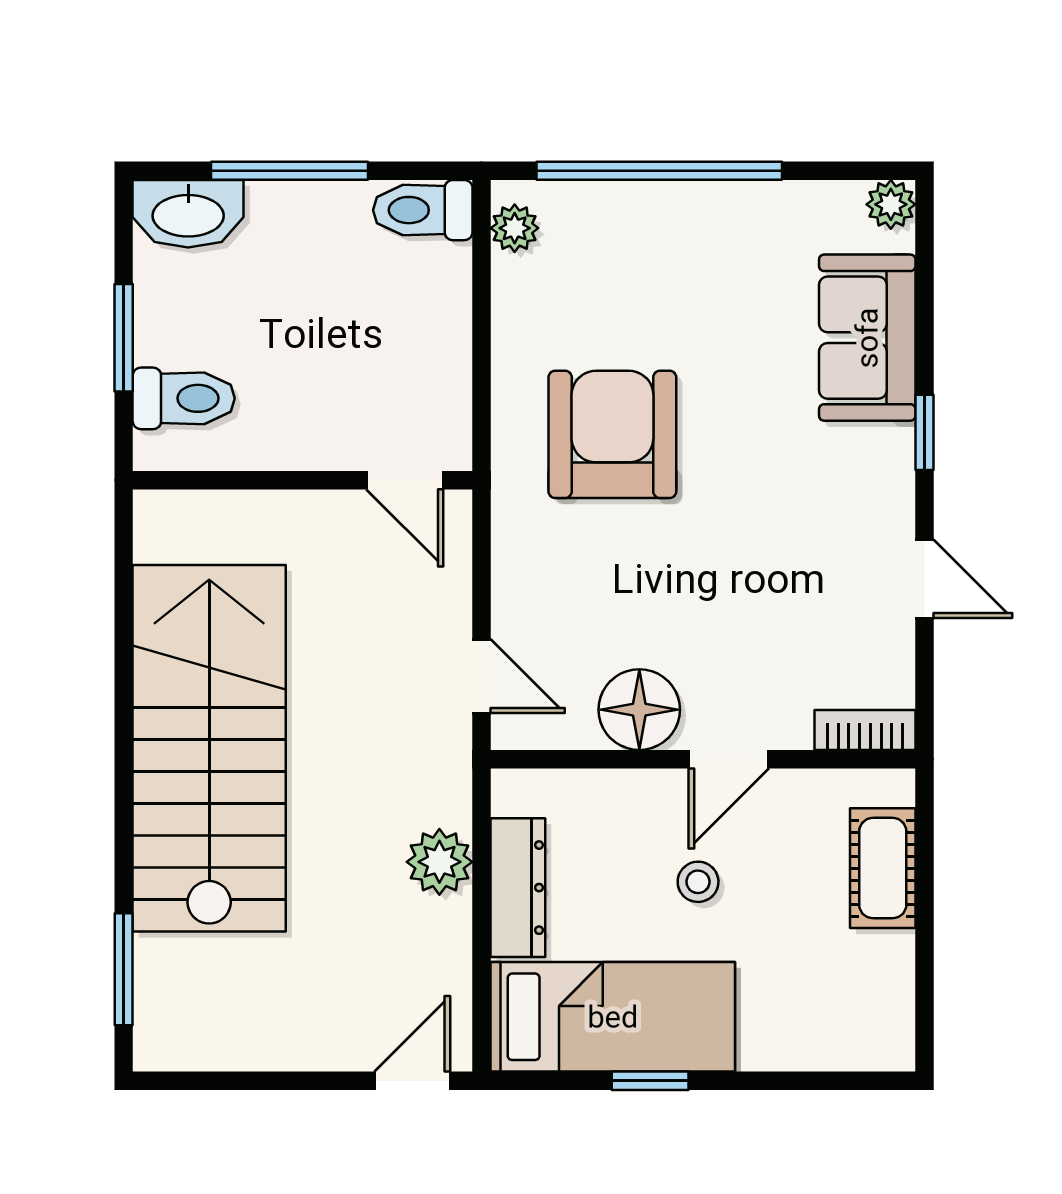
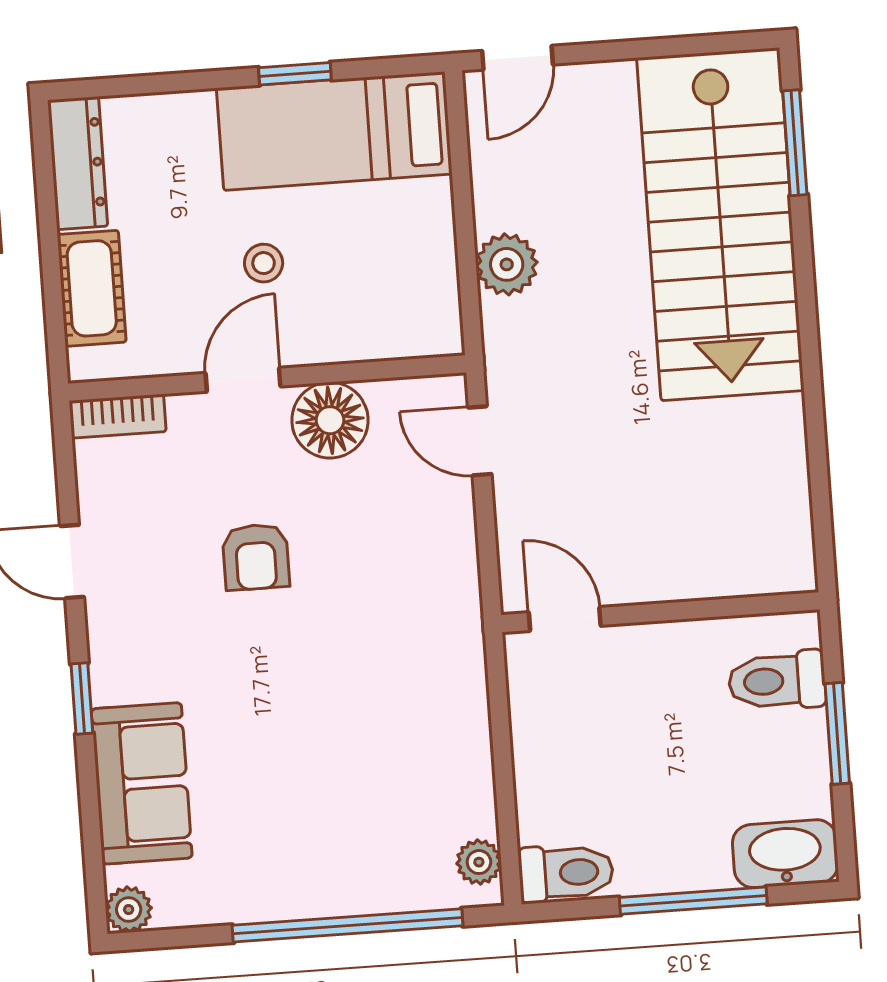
armchair: (612, 434) -> (256, 557), moved, width x0.53, depth x0.53
stairs: (209, 748) -> (720, 224), moved
dresser: (518, 888) -> (78, 163), moved, turned 180

